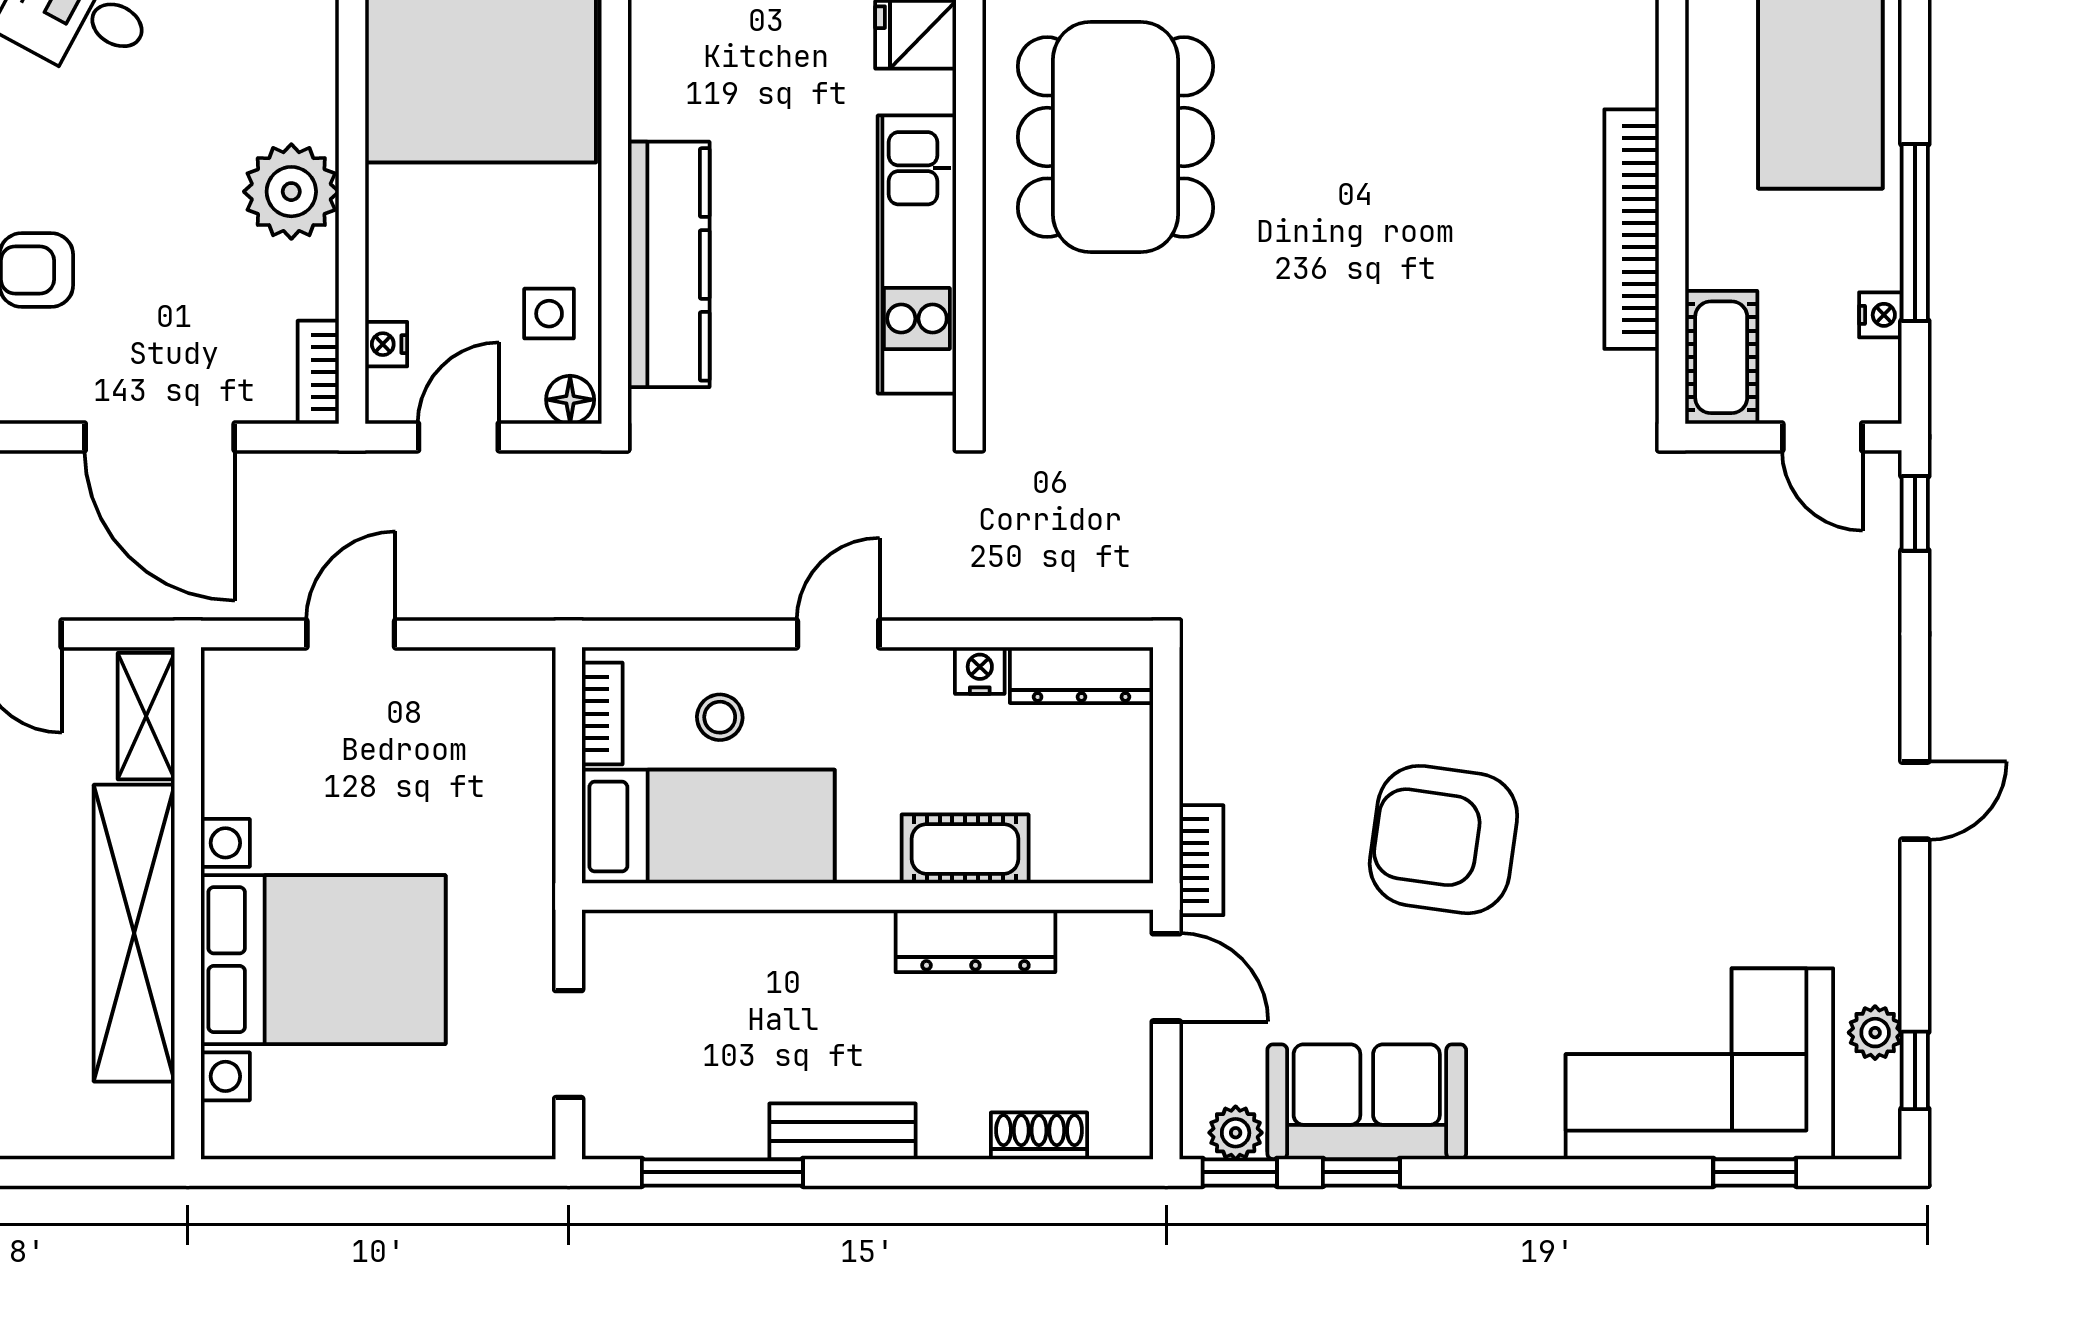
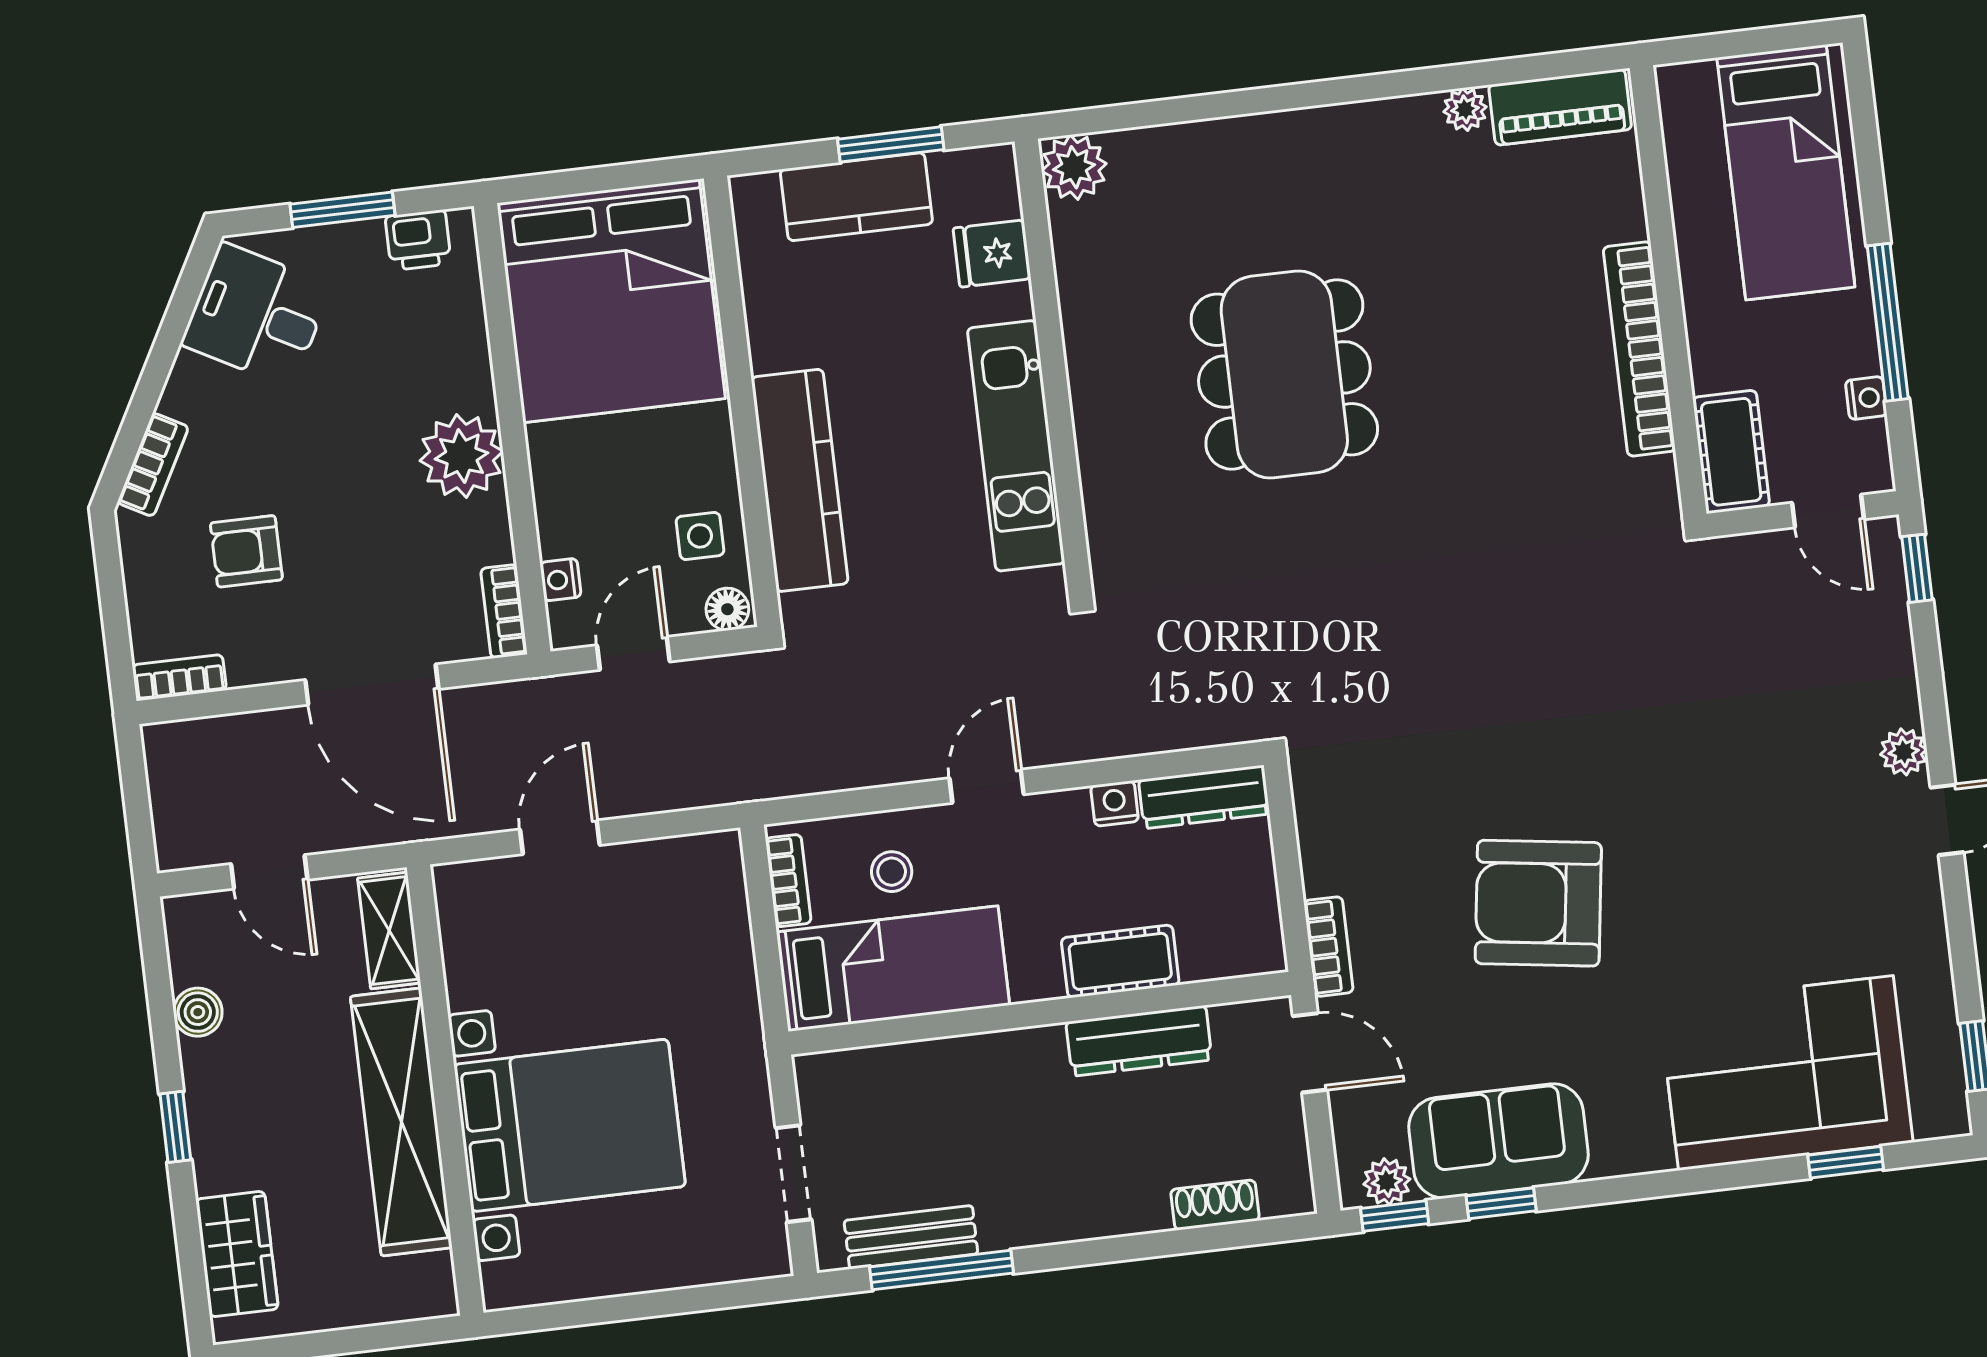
dining table: (1116, 137) -> (1284, 374), moved
plant: (1875, 1033) -> (1904, 752), moved
bench: (843, 1131) -> (911, 1237), moved

